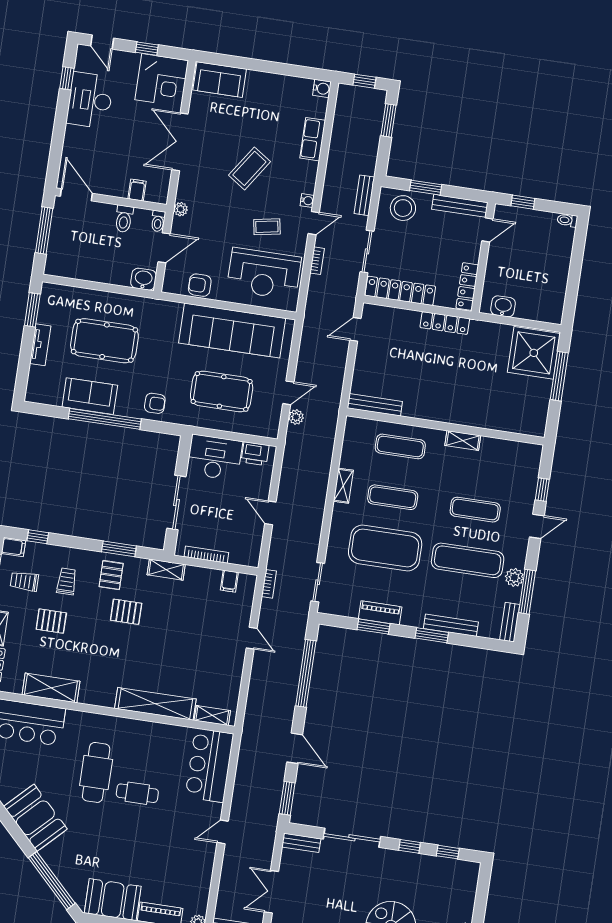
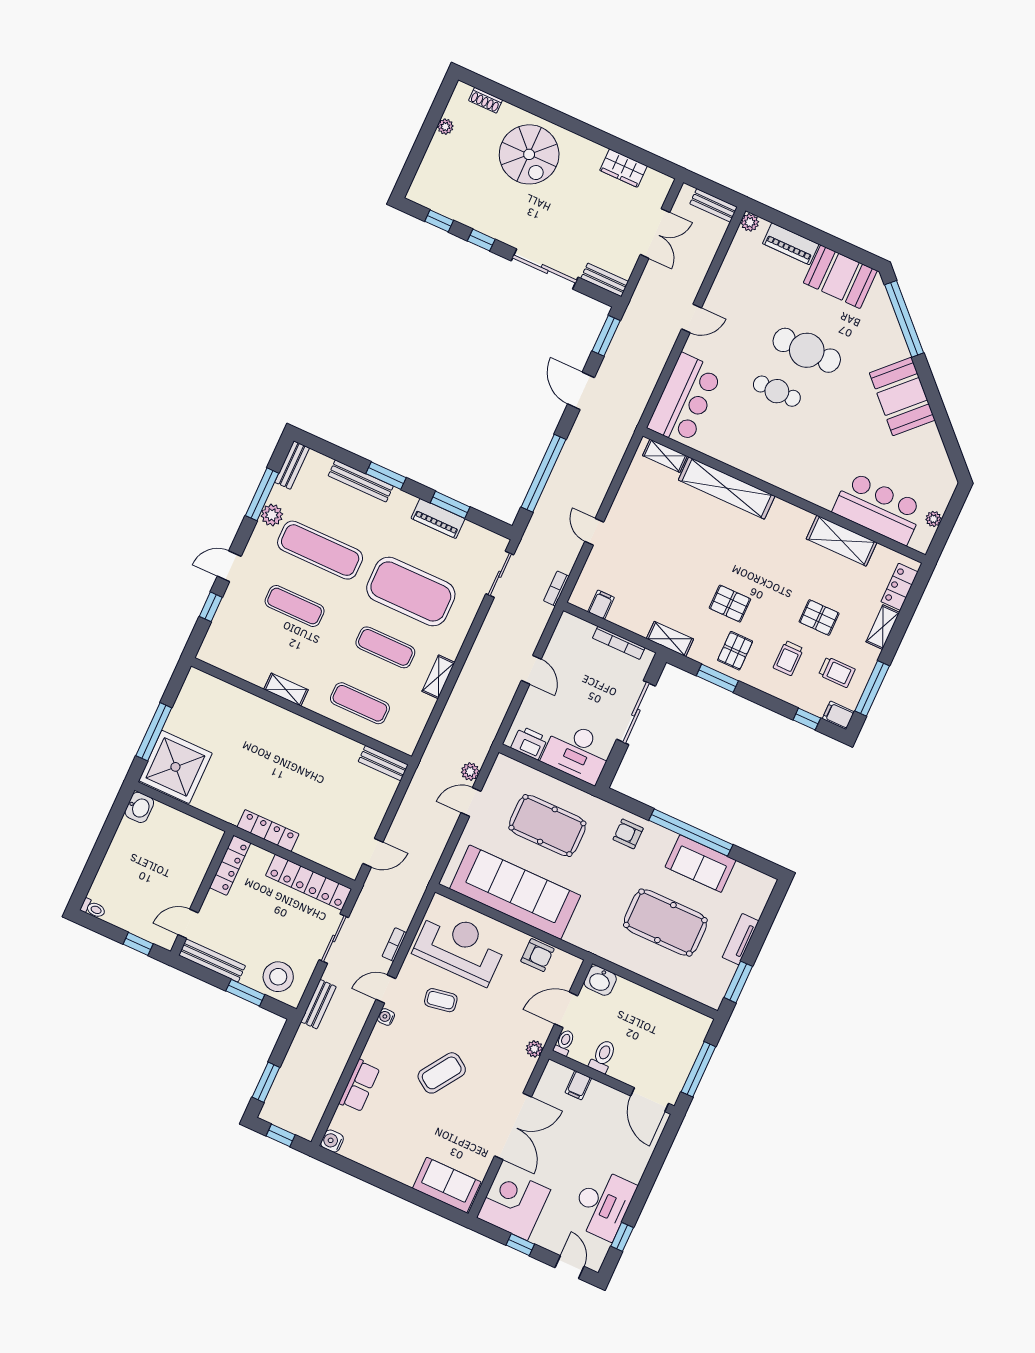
washbasin: (503, 306) -> (139, 807), moved, turned -90
bench: (375, 405) -> (383, 763), width x0.73
cafe table: (96, 772) -> (807, 350), moved, turned 90

